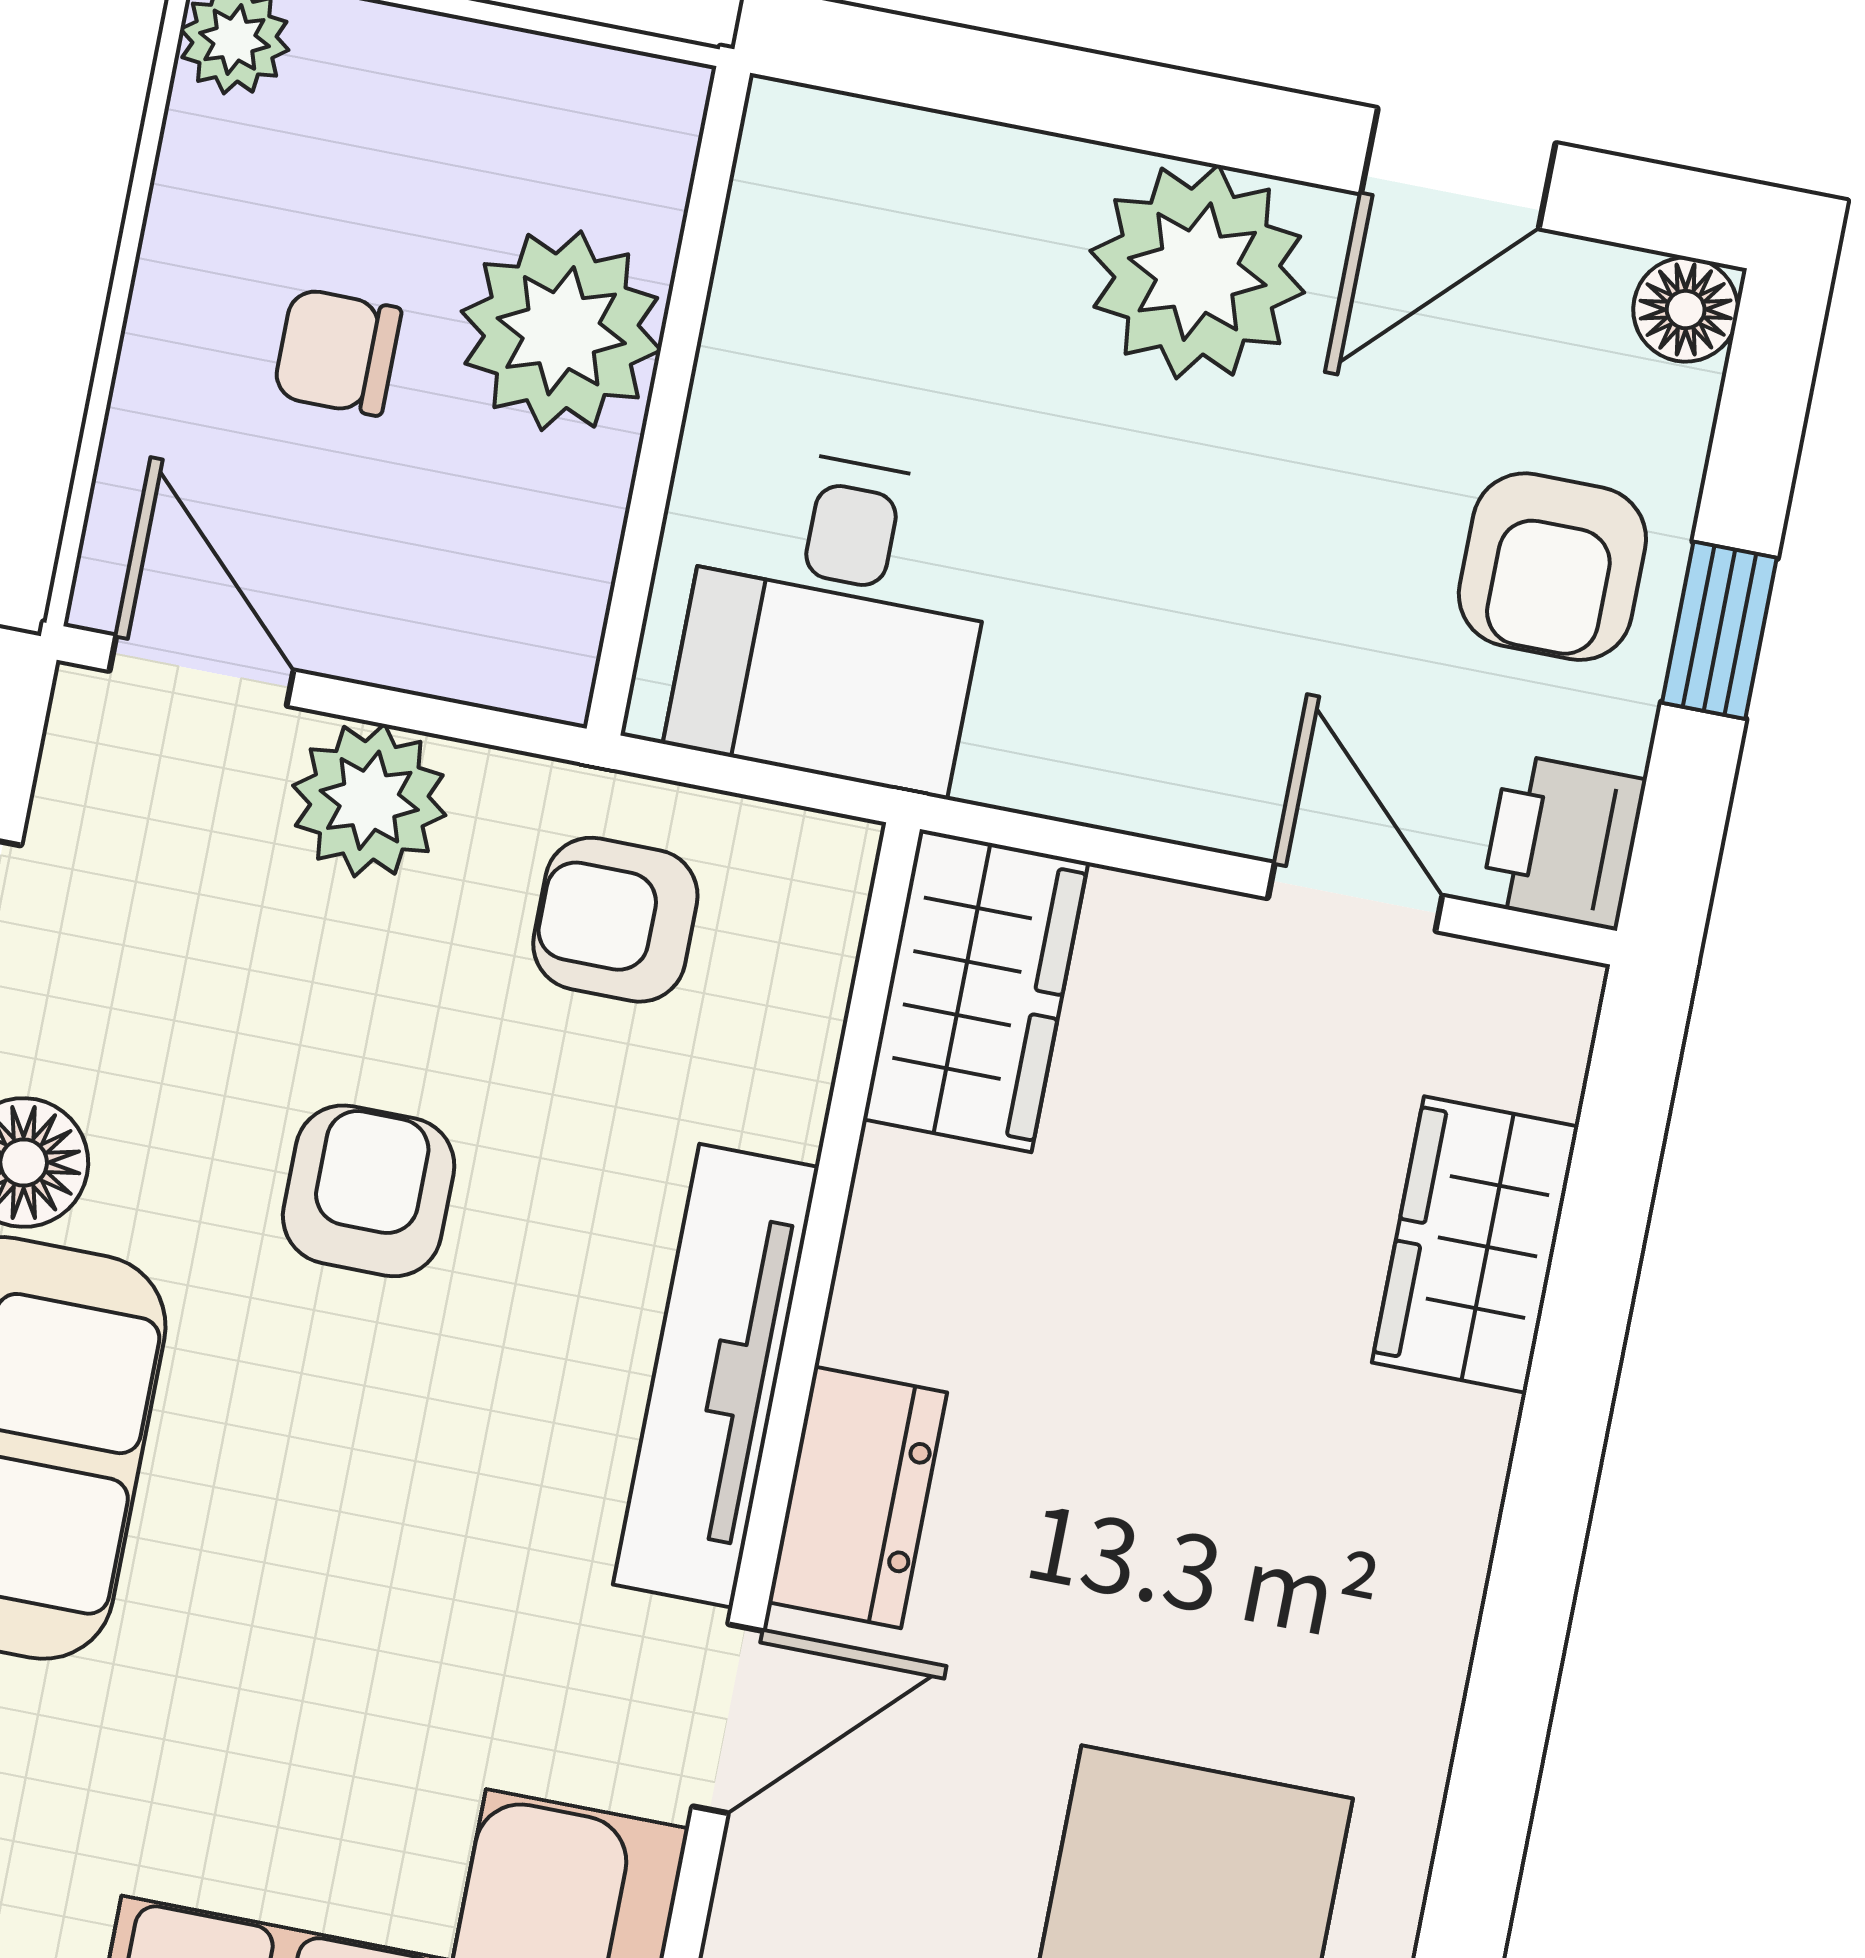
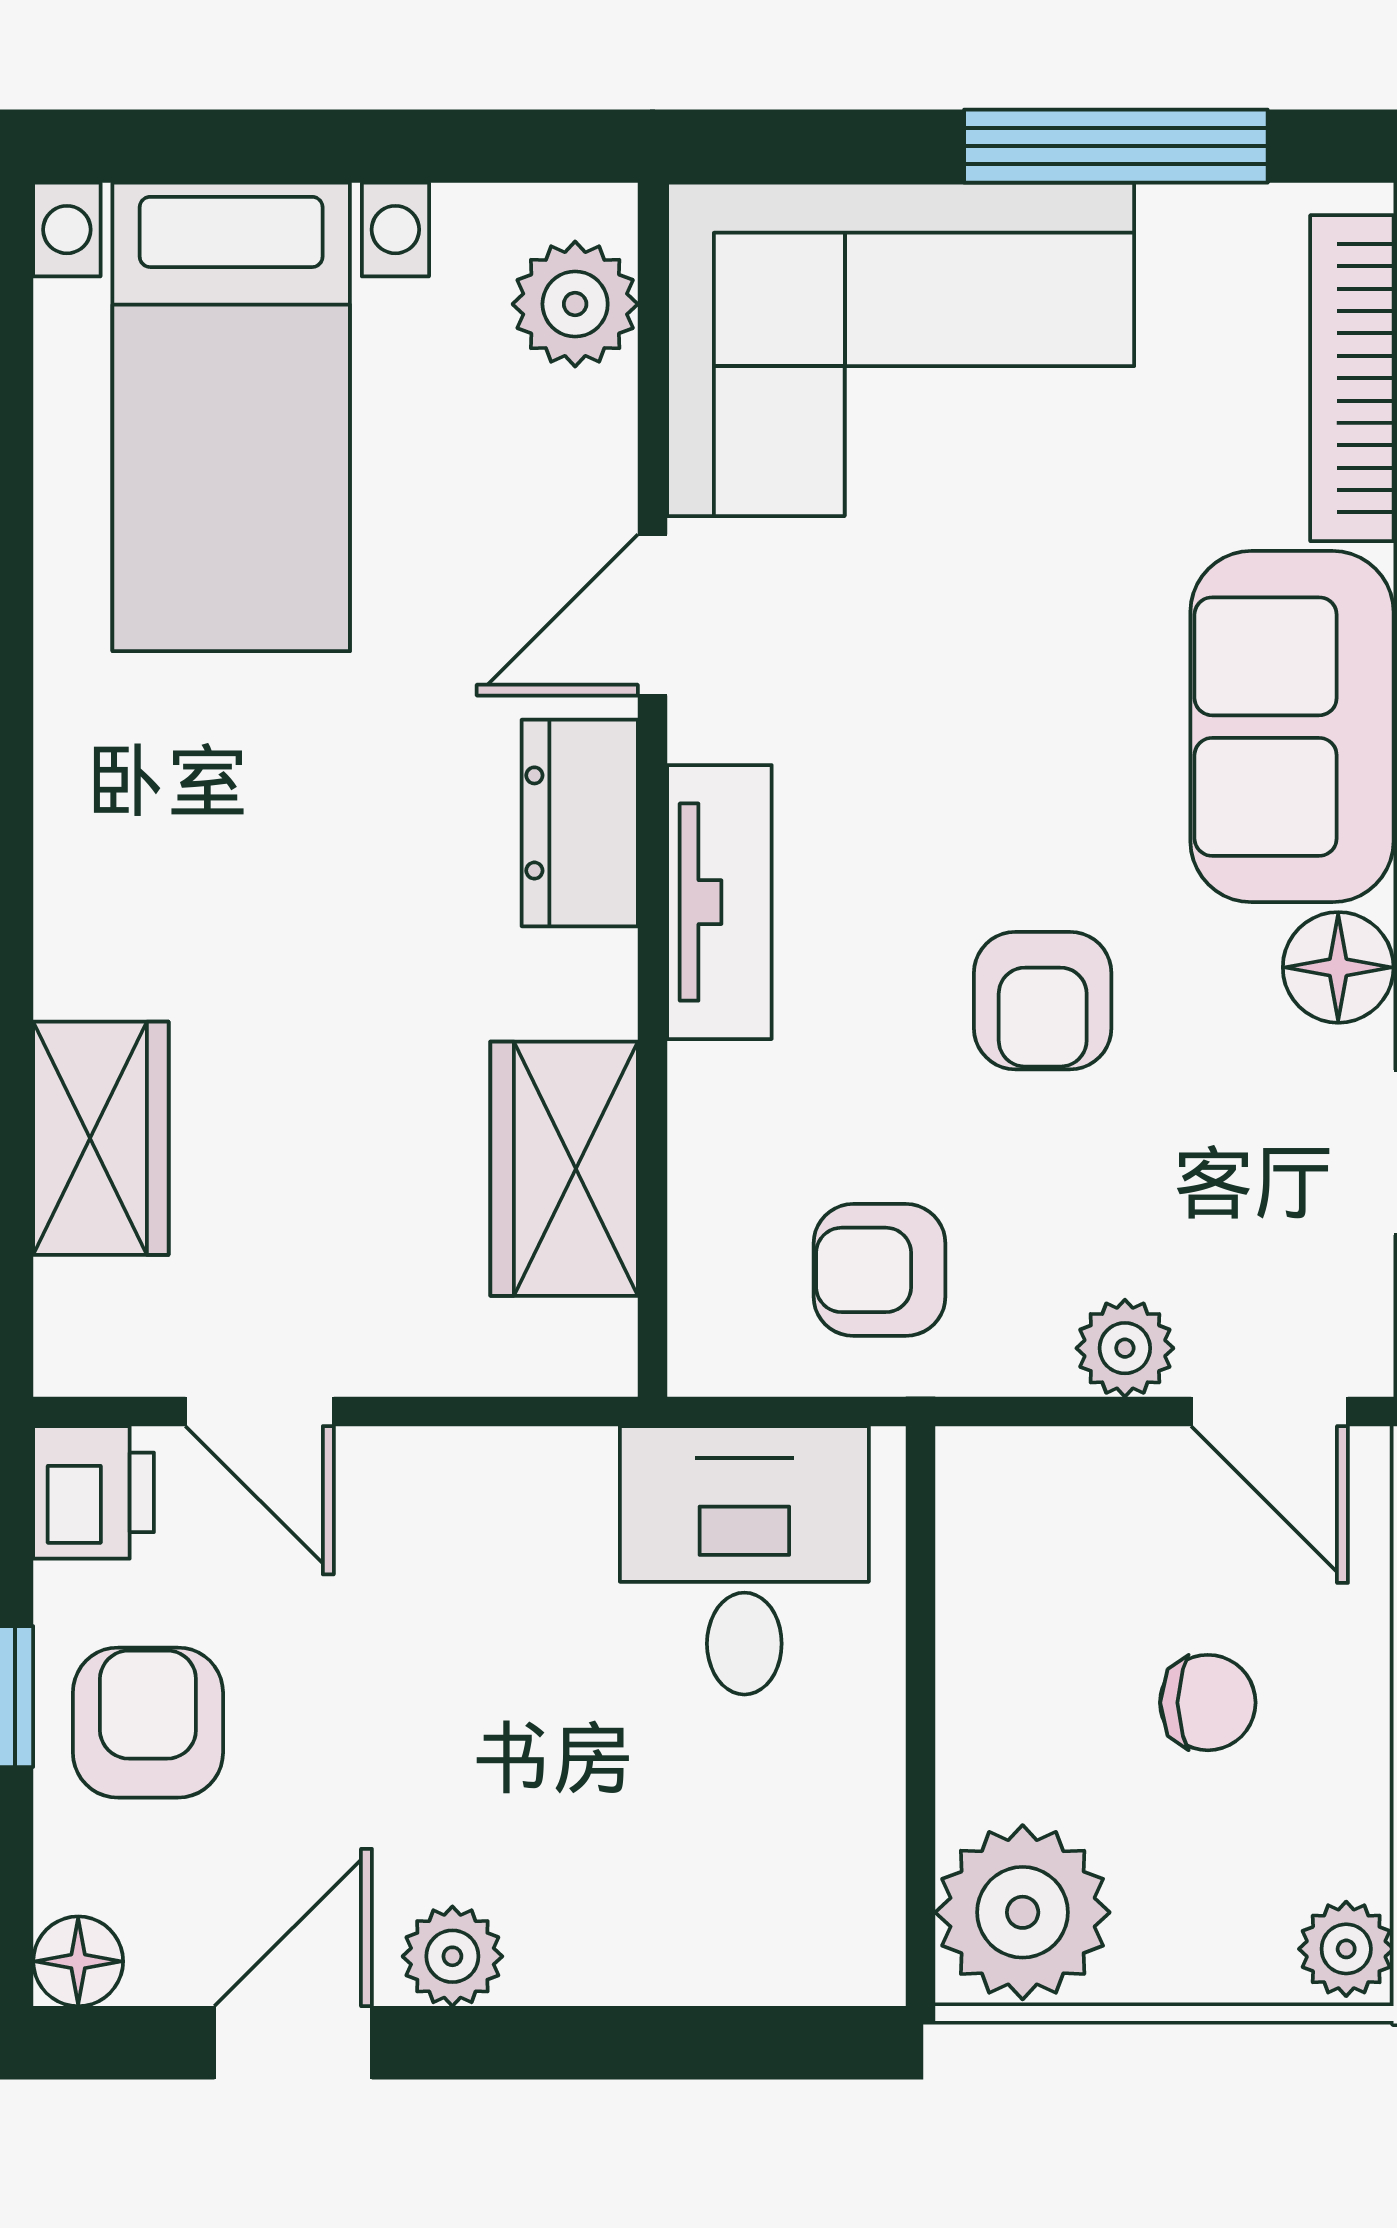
plant: (1197, 272) -> (452, 1956), width x0.53, depth x0.53
plant: (561, 331) -> (1023, 1912), moved
plant: (369, 800) -> (1125, 1348), width x0.73, depth x0.73
armchair: (615, 920) -> (879, 1270), turned 180
wardrobe: (976, 991) -> (564, 1169), moved
tv unit: (716, 1376) -> (719, 902), width x0.71

